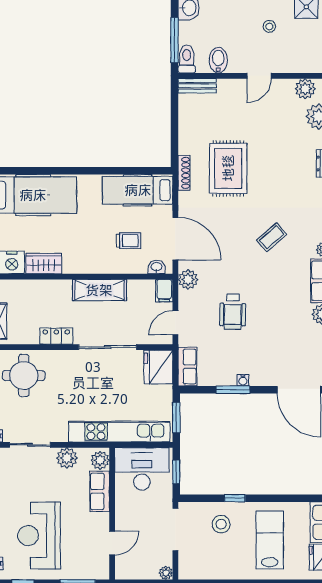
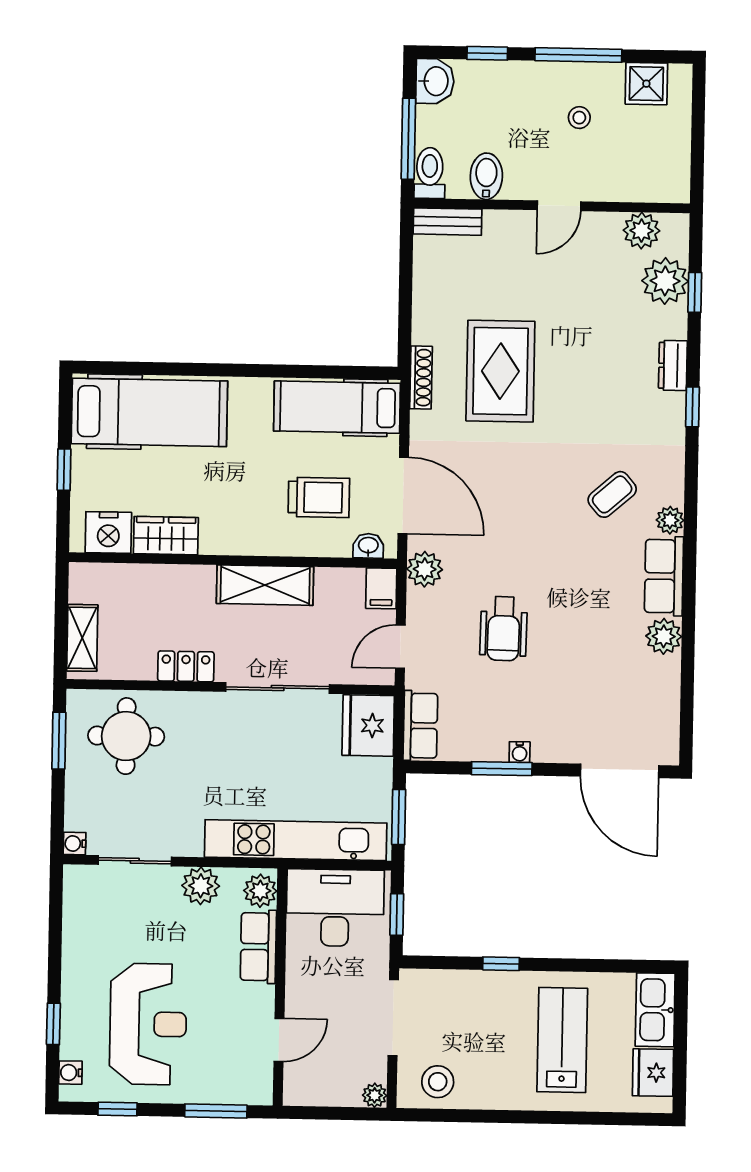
coffee table: (272, 237) -> (612, 494), moved
trolley: (128, 241) -> (319, 497), width x1.36, depth x1.39
stool: (221, 524) -> (438, 1082), moved
reception desk: (39, 536) -> (148, 1024), turned 180

